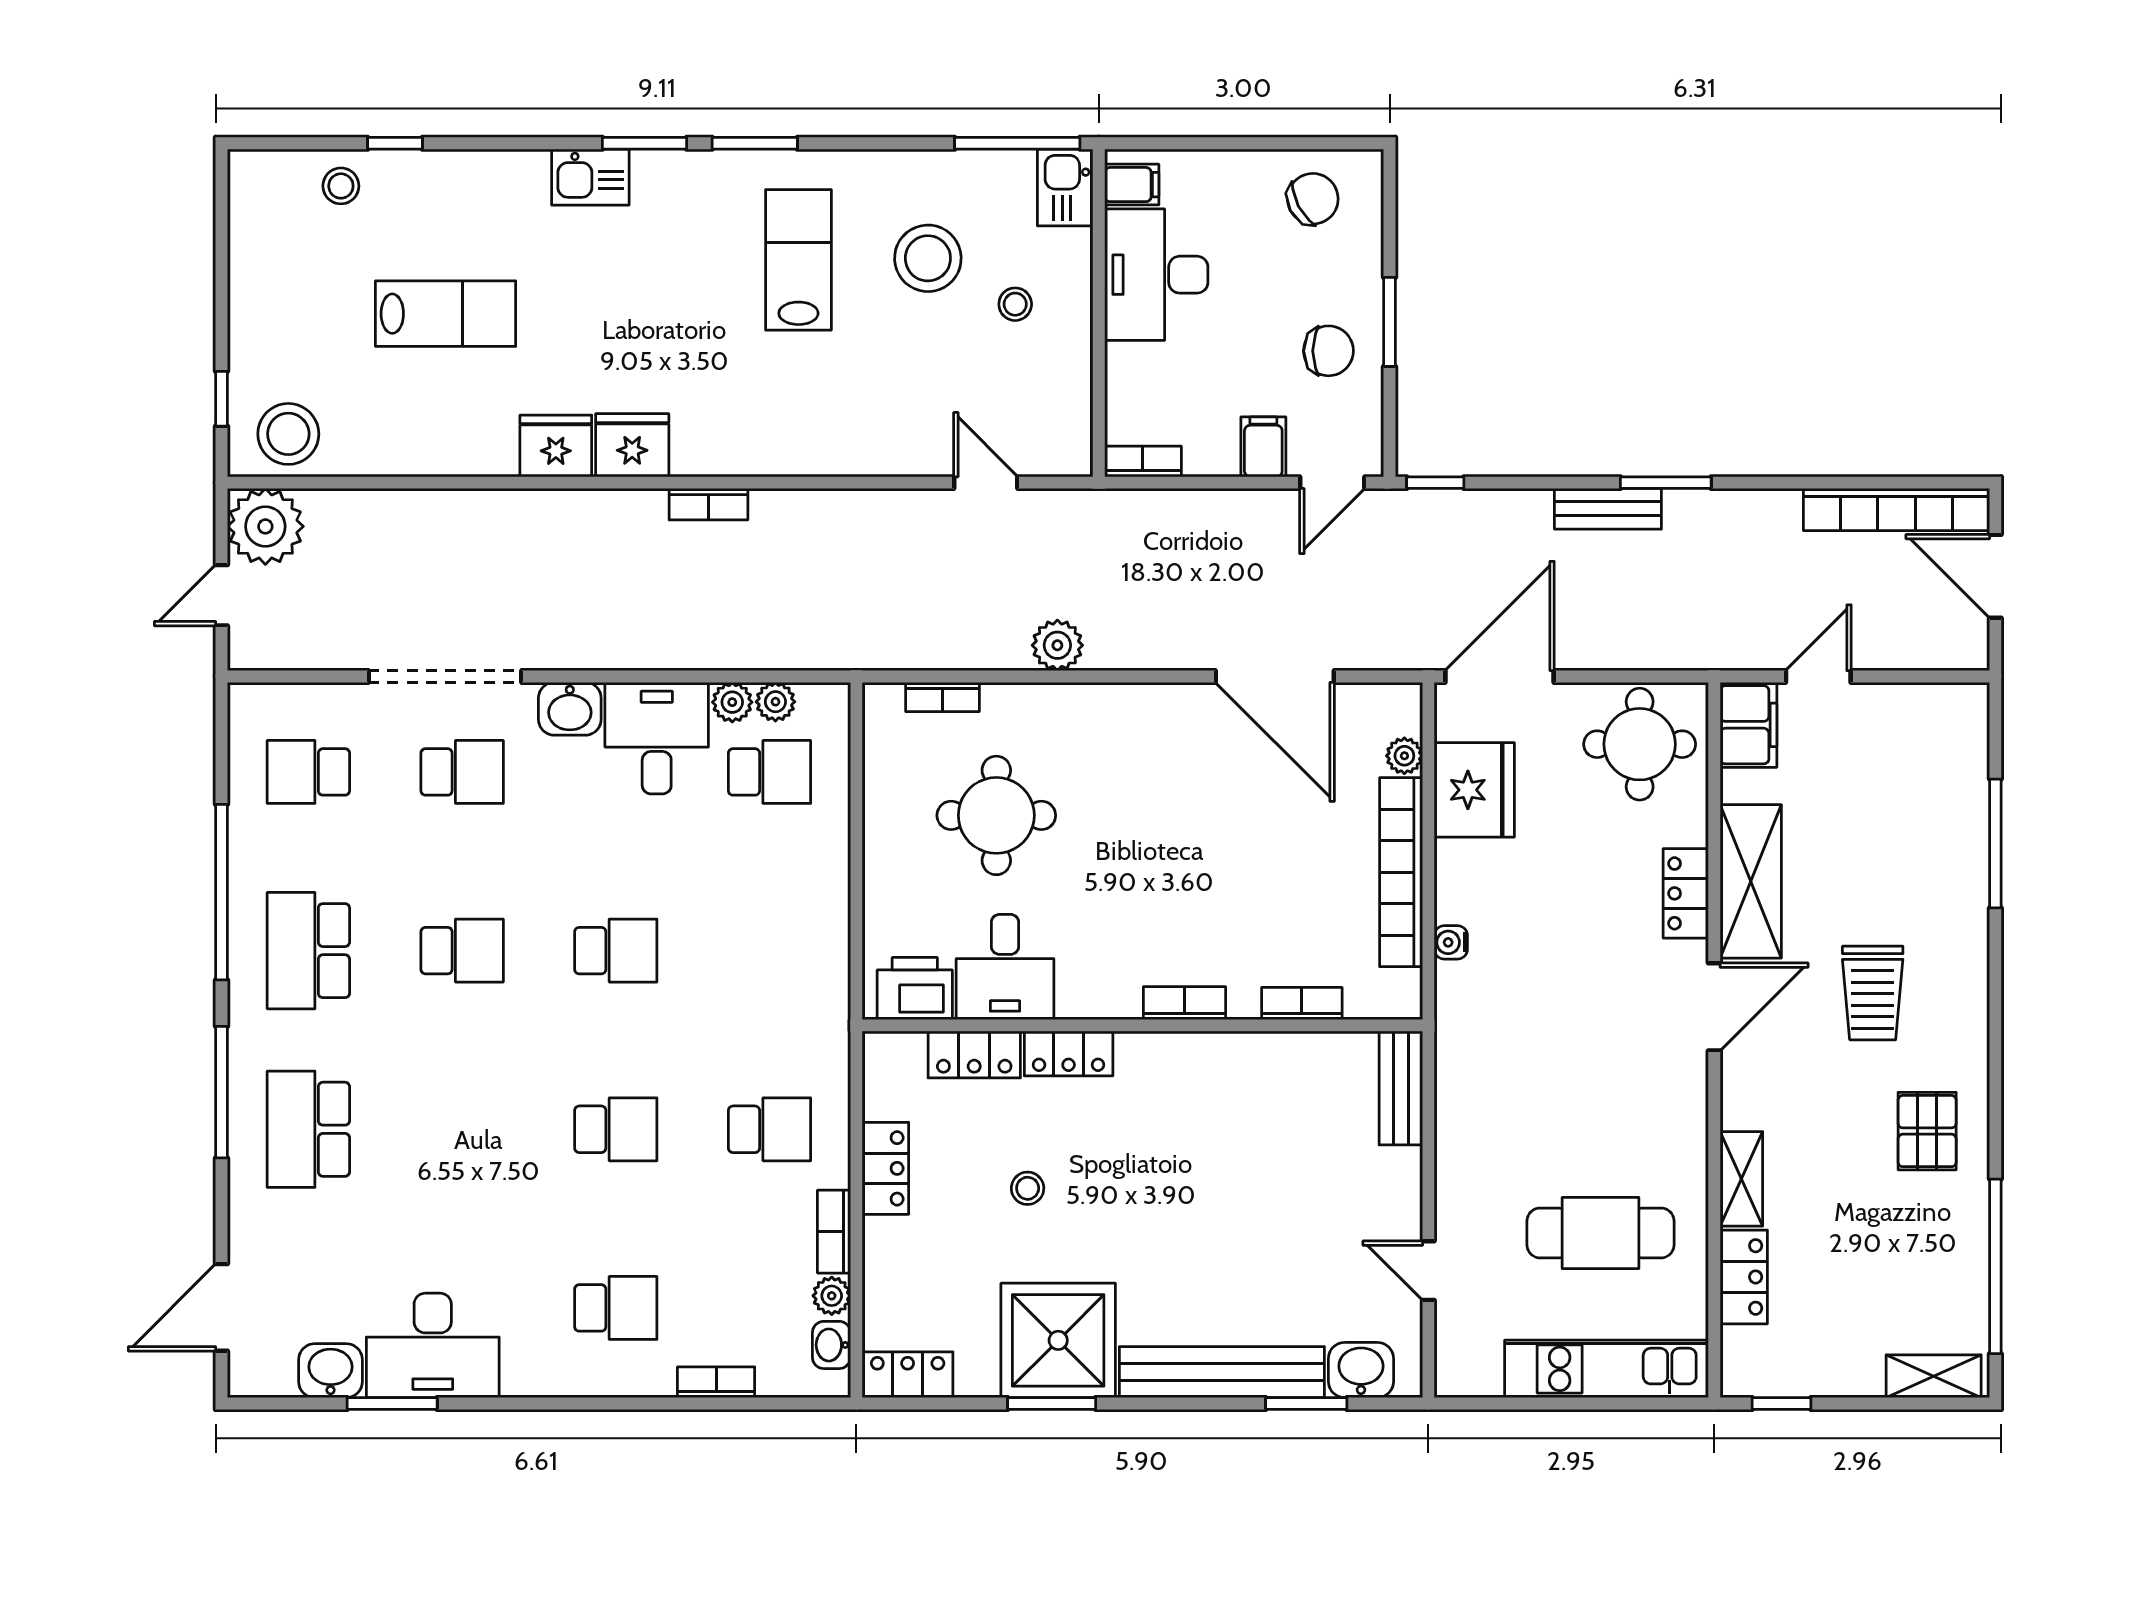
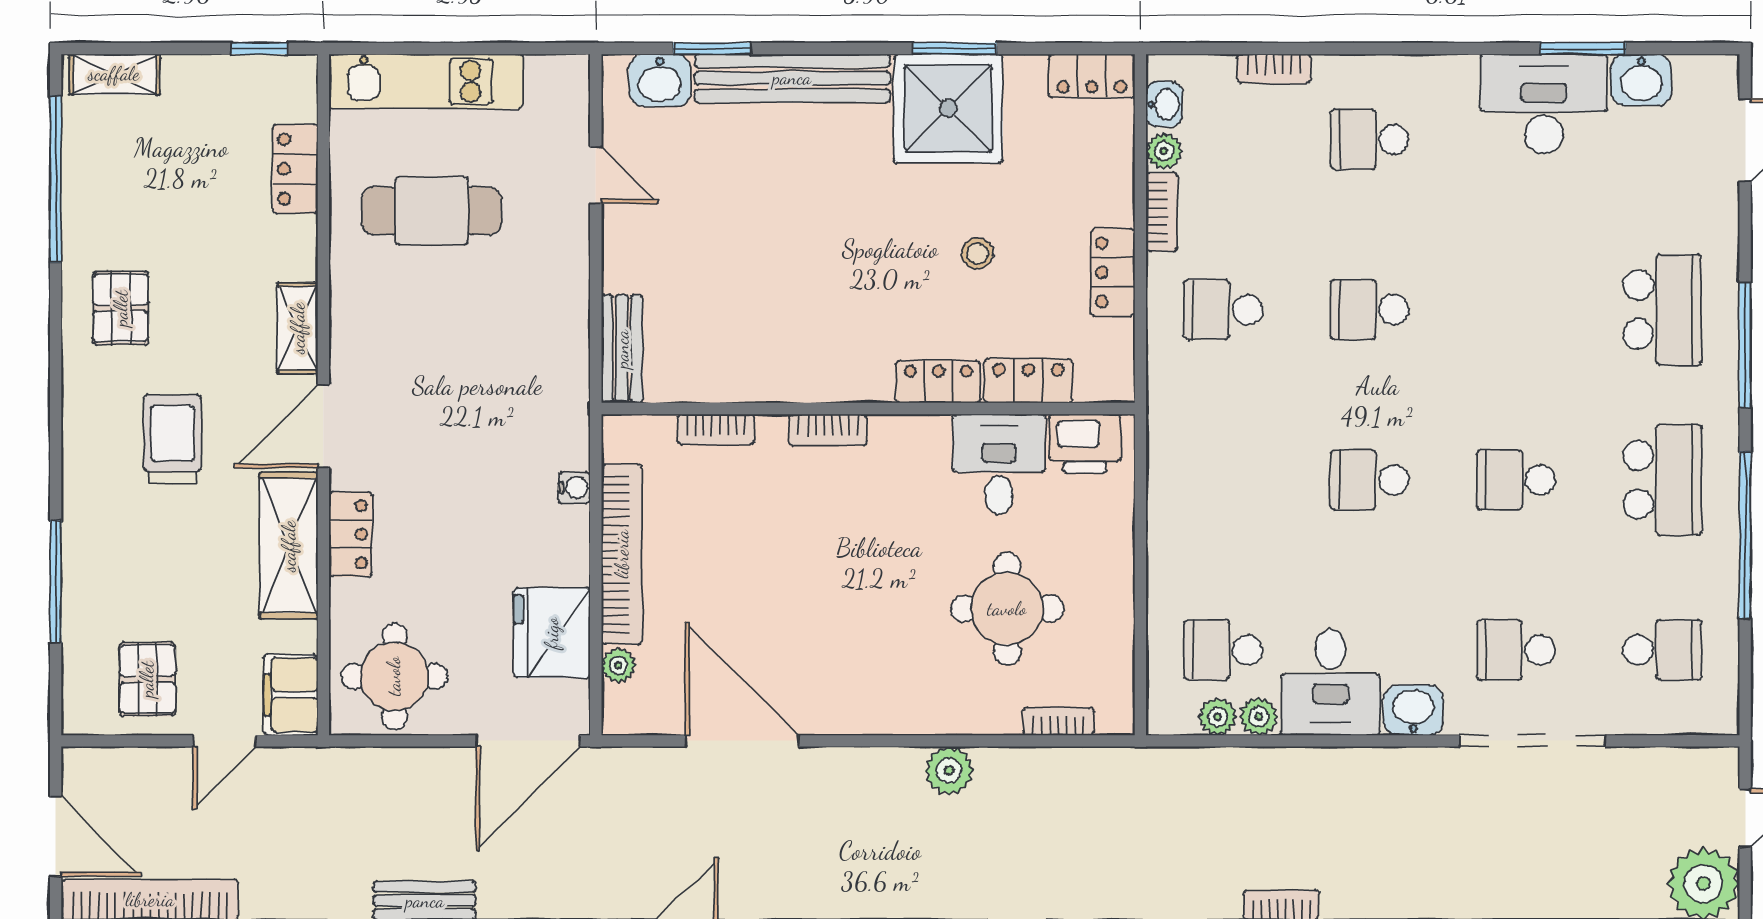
pallet: (1899, 741) -> (147, 679), added
shelving: (1741, 1179) -> (298, 328), moved

